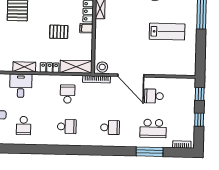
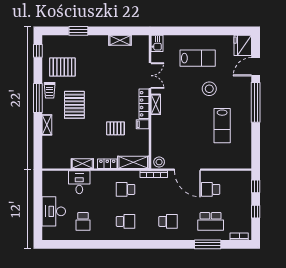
lab bench: (167, 32) -> (222, 126), turned 90
school desk: (68, 94) -> (126, 189), turned -90

